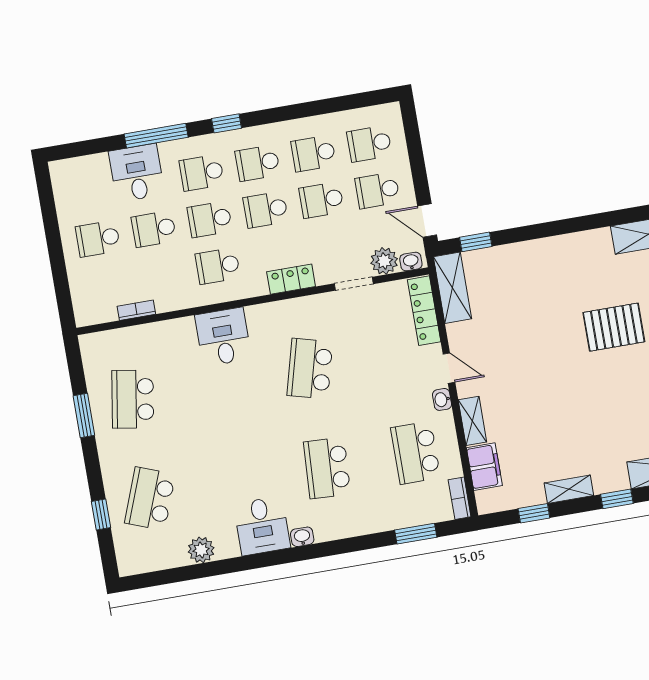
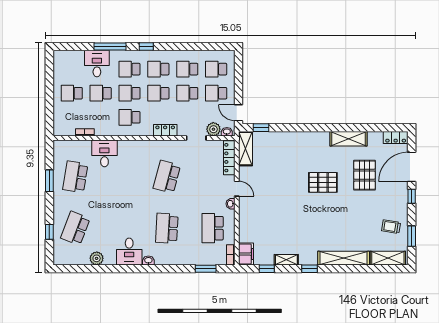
desk: (223, 337) -> (104, 153), moved
shelving: (472, 421) -> (244, 217), removed
filing cabinet: (484, 467) -> (246, 254), moved

